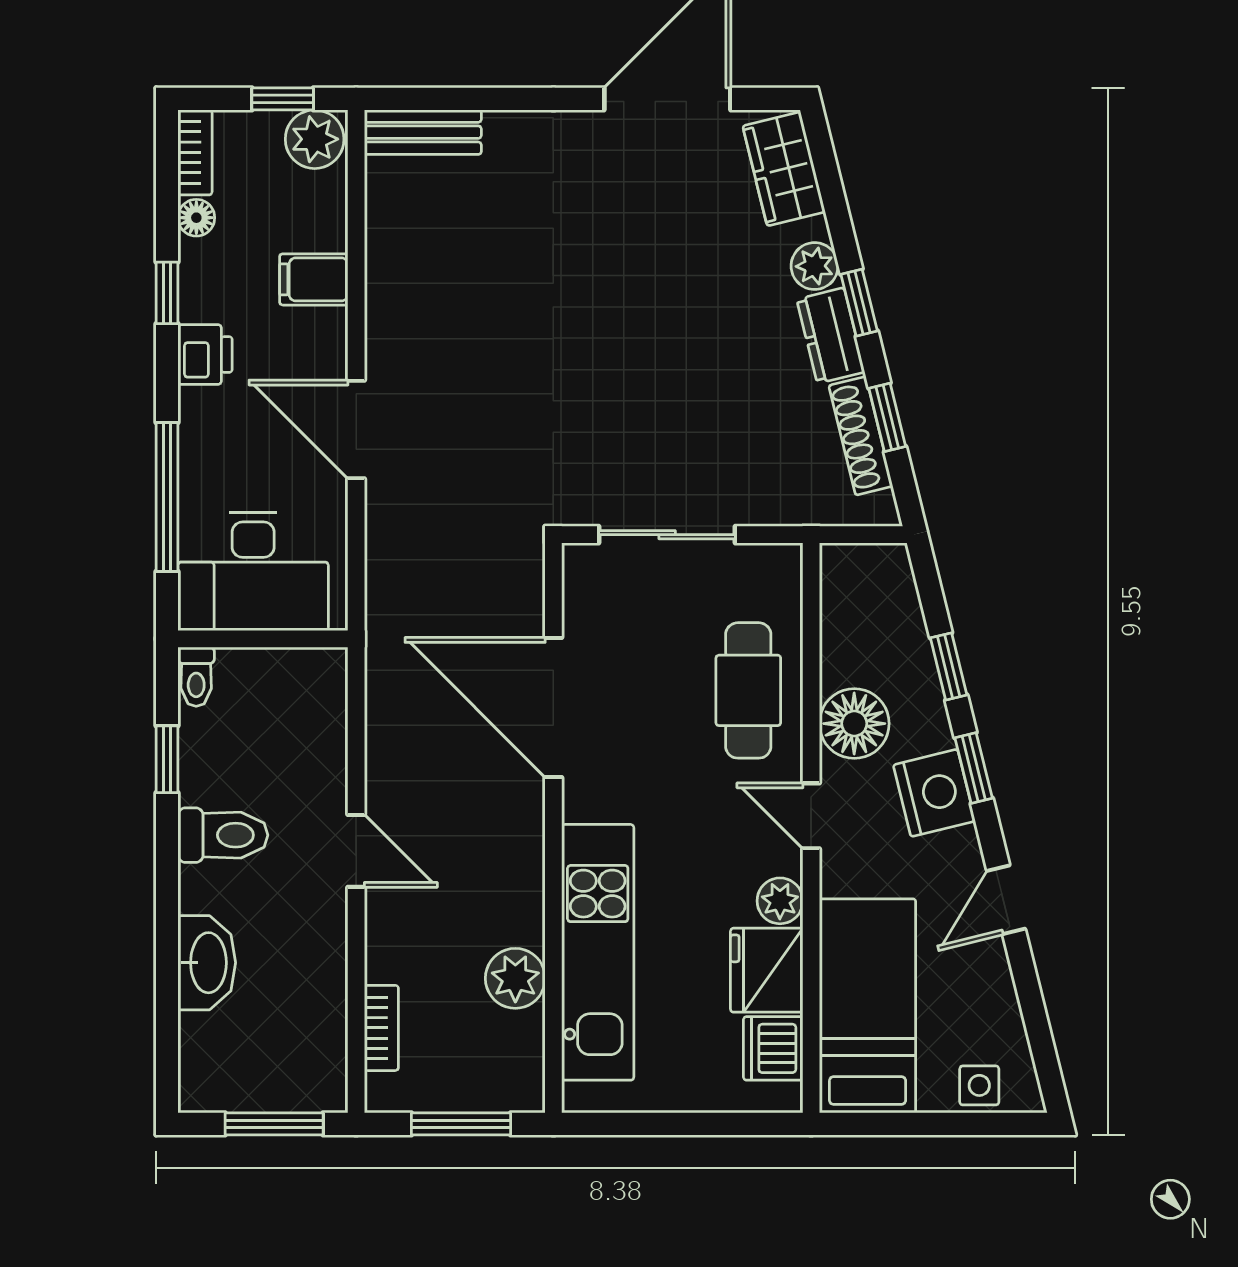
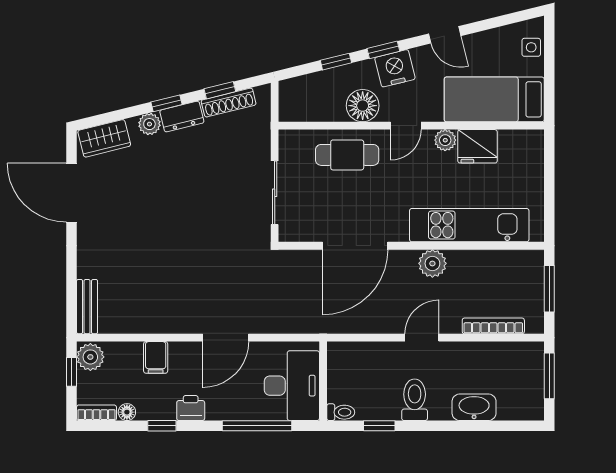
plant: (515, 978) -> (432, 263), moved
bookcase: (381, 1028) -> (493, 326), width x1.56
dishwasher: (773, 1048) -> (514, 143), removed

